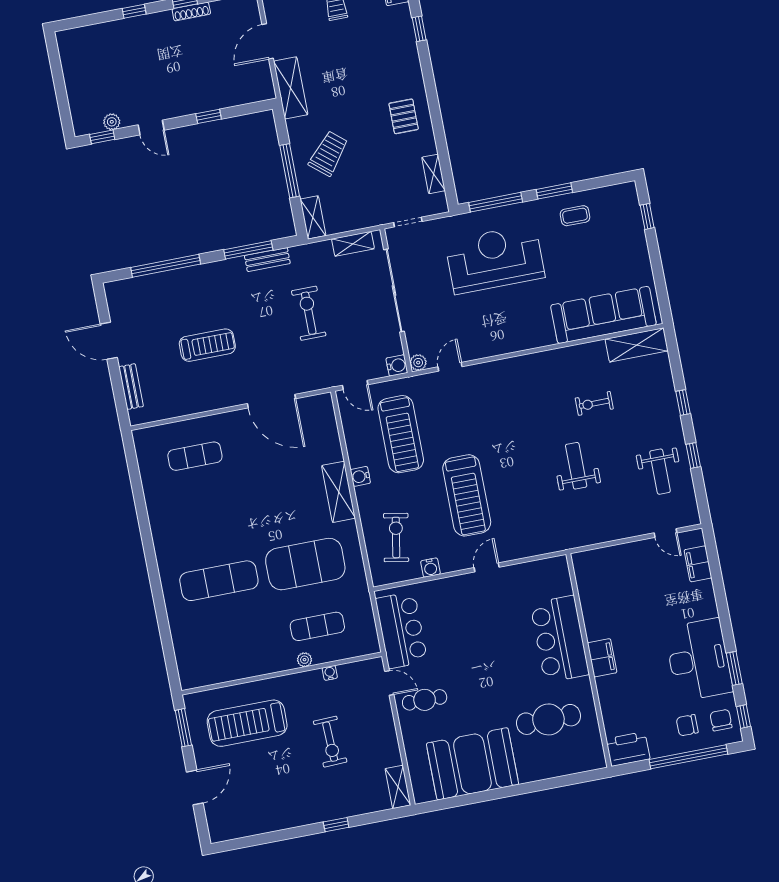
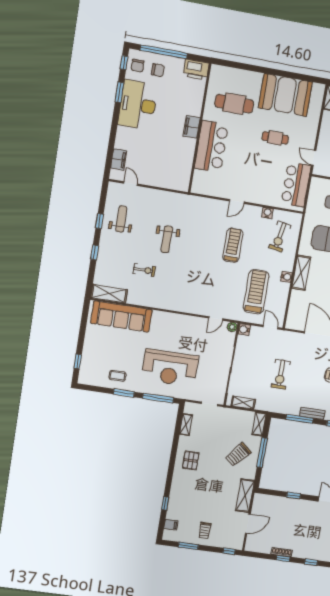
bench: (267, 260) -> (312, 413), moved
treadmill: (467, 495) -> (233, 245), width x0.73, depth x0.73
cafe table: (425, 700) -> (275, 138), moved

